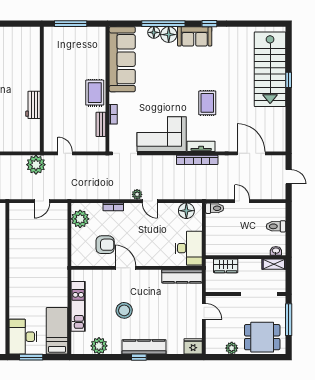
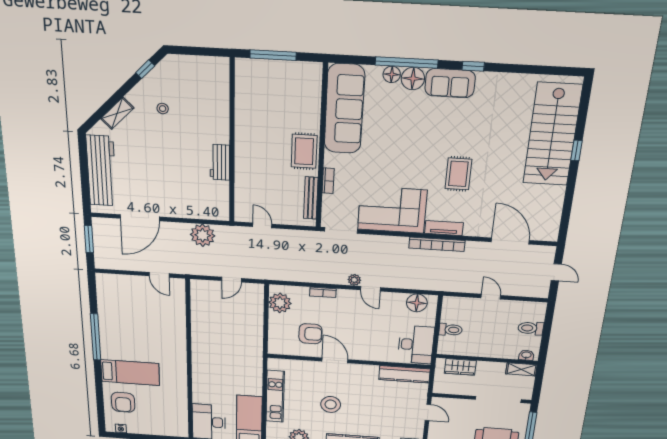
bench: (101, 124) -> (311, 198), width x1.36
plant: (36, 165) -> (203, 235), moved
toilet: (215, 208) -> (451, 330), moved

